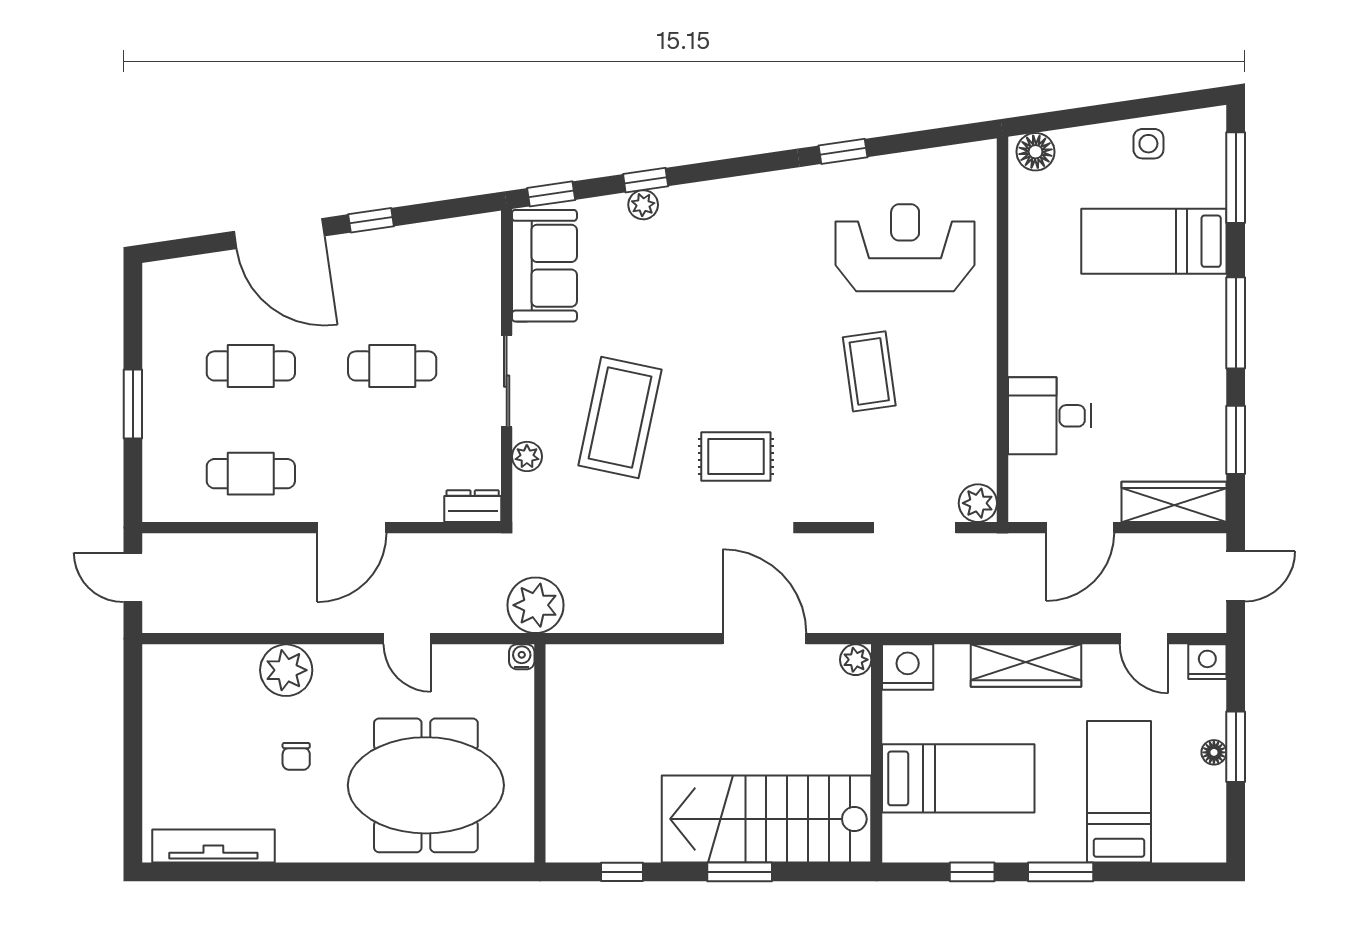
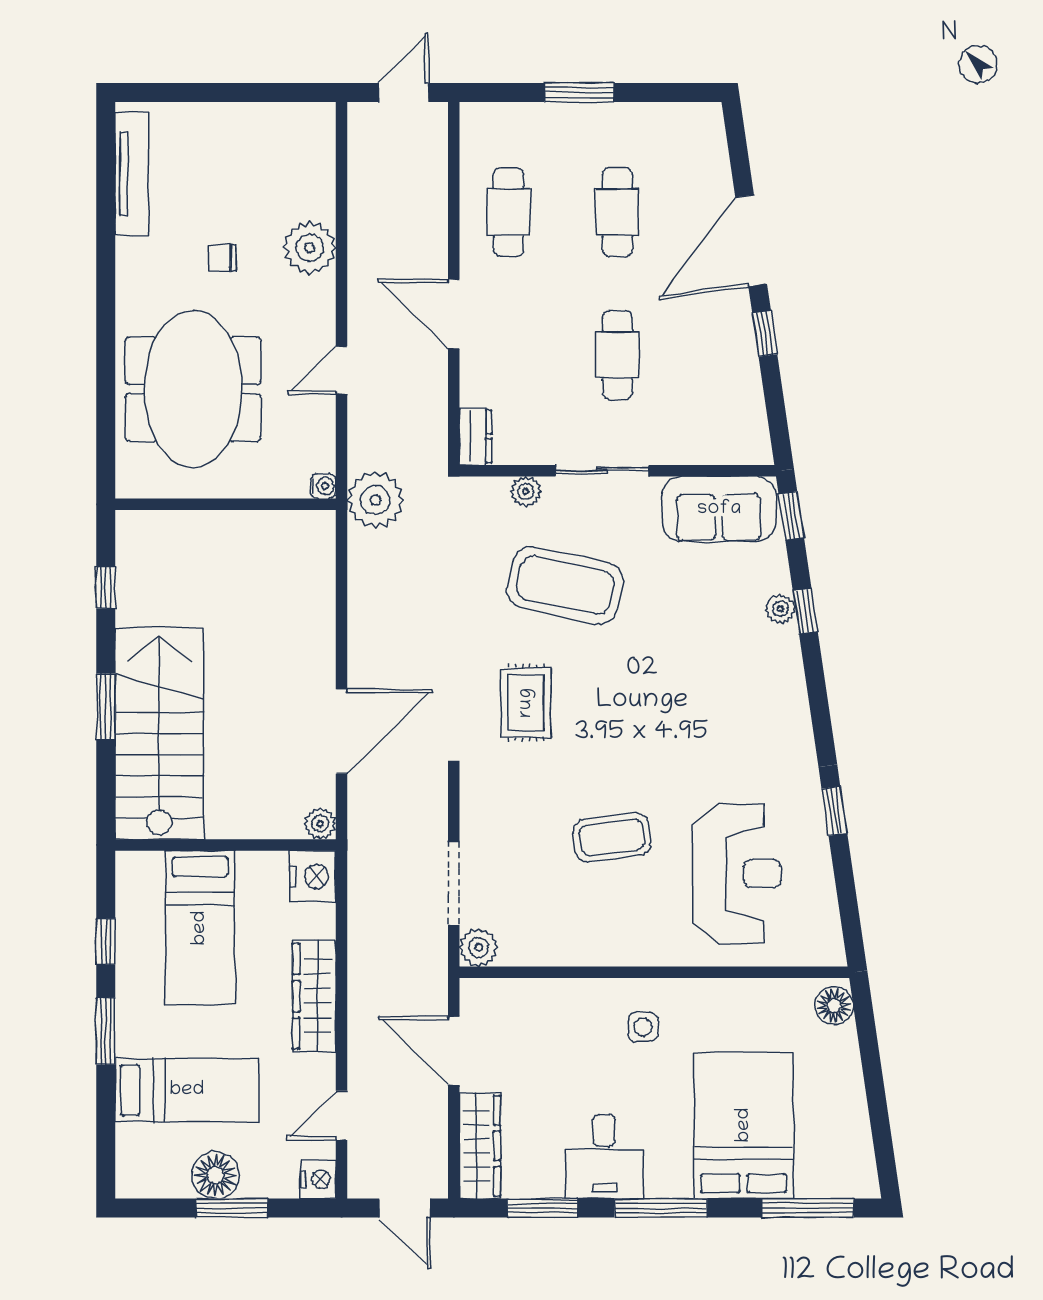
side table: (1148, 144) -> (643, 1027), moved
bed: (1154, 241) -> (744, 1125), width x1.50
desk: (1050, 416) -> (604, 1157), moved, turned 180
floor lamp: (1214, 752) -> (215, 1175), width x1.89, depth x1.89

